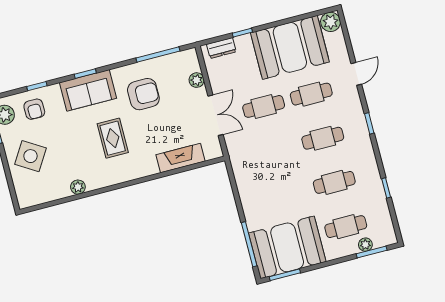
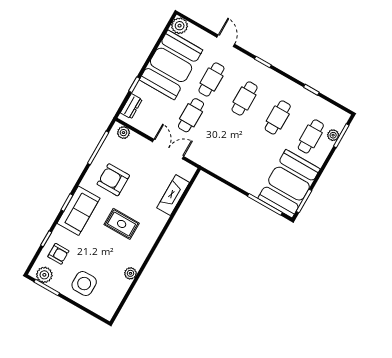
plant: (197, 80) -> (123, 133), moved
armchair: (143, 94) -> (113, 180), turned -90
side table: (30, 156) -> (84, 284), turned -32

